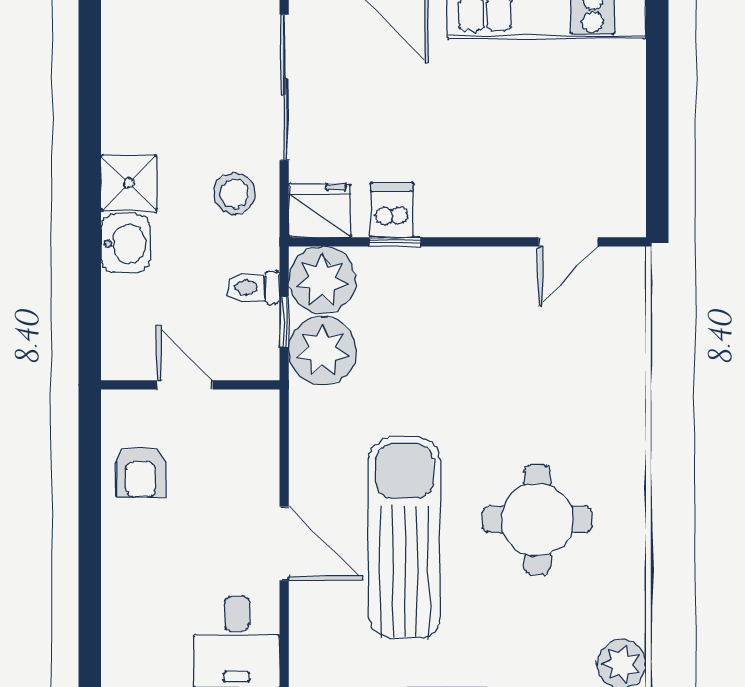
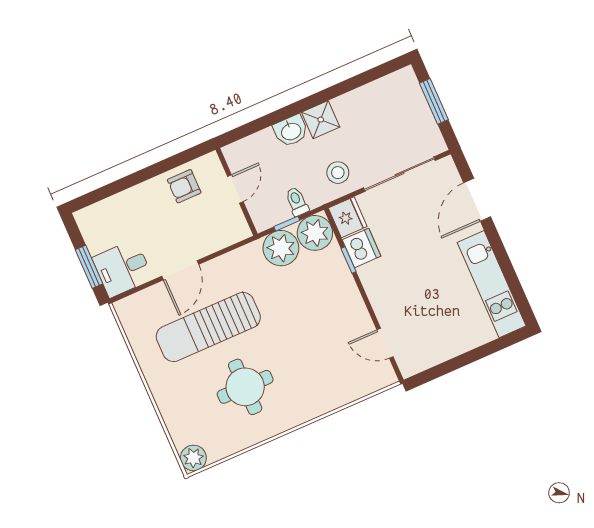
dishwasher: (392, 210) -> (362, 248), width x1.38
sun lounger: (405, 538) -> (208, 327), turned 180

